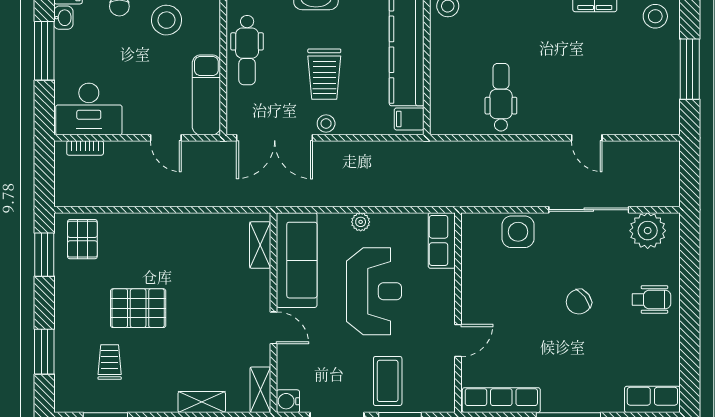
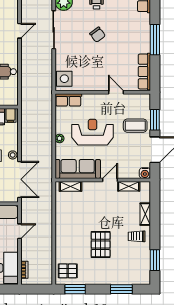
side table: (518, 232) -> (64, 79), moved
trolley: (110, 362) -> (137, 236), moved
shelving: (260, 390) -> (129, 186), moved

